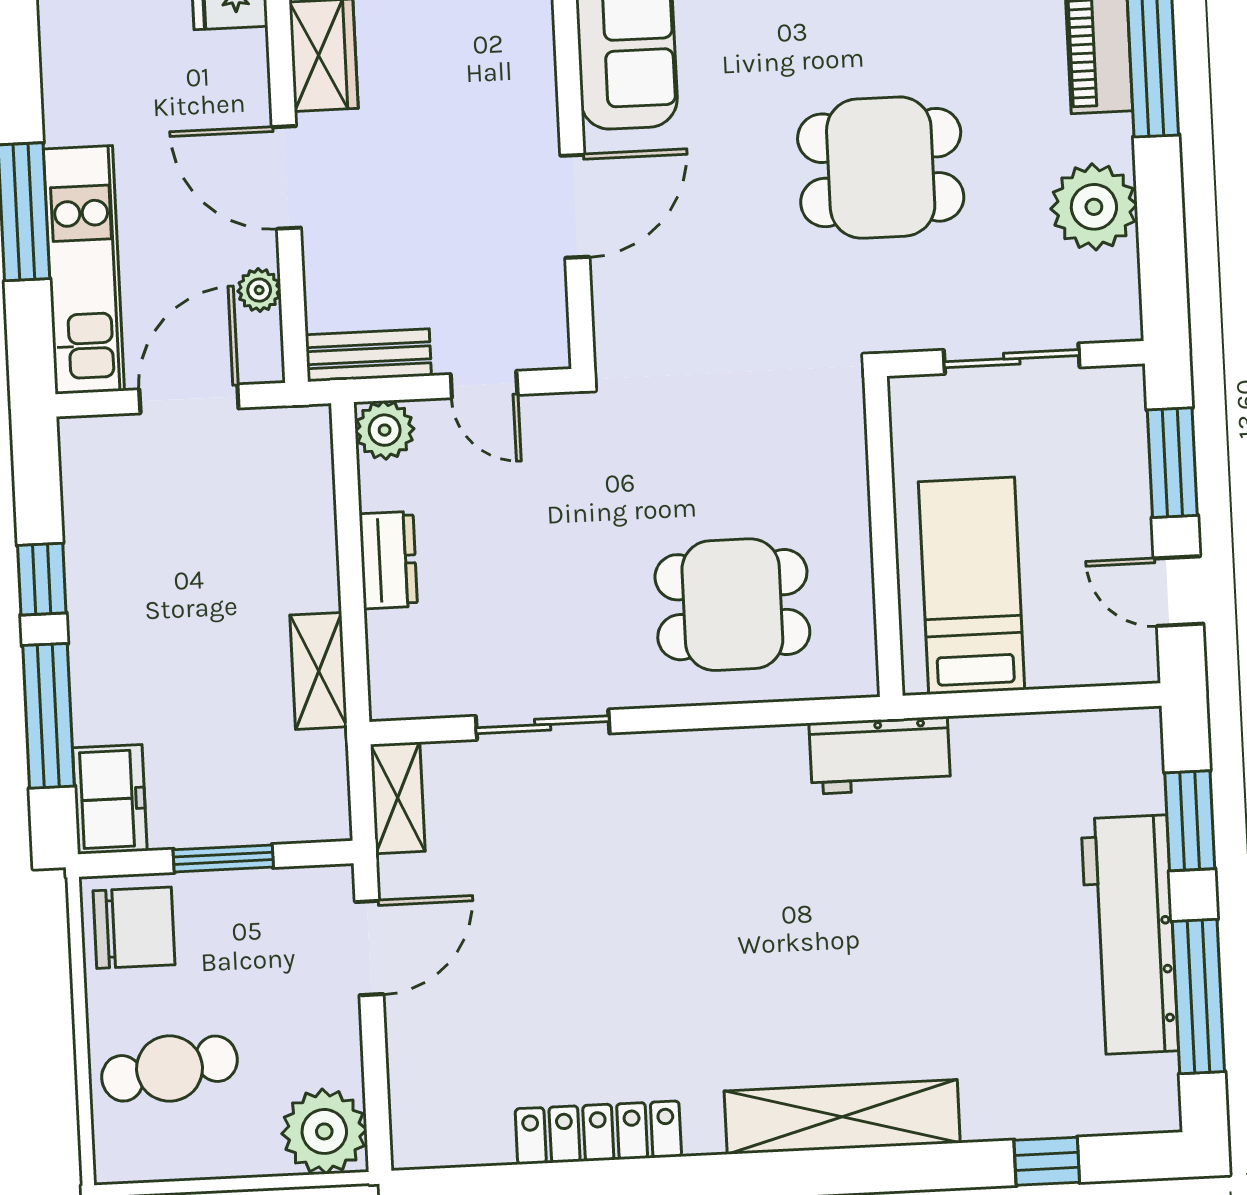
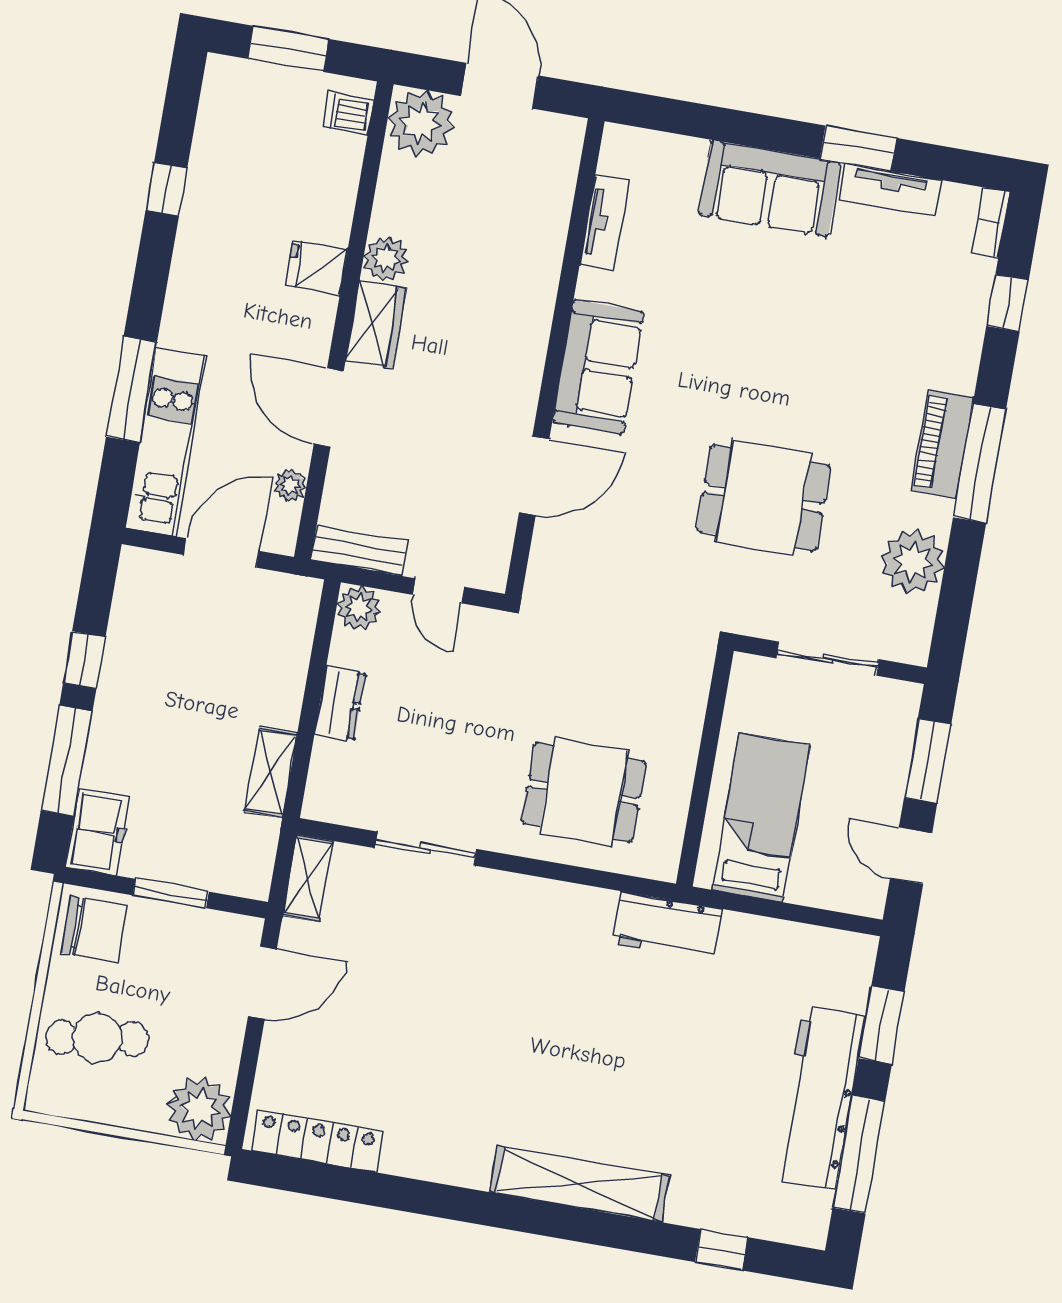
locker: (598, 1133) -> (317, 1141), moved

